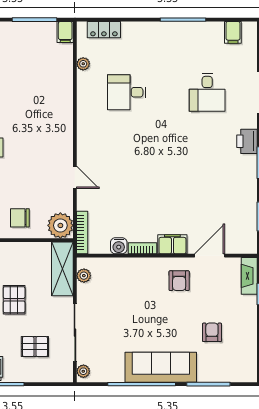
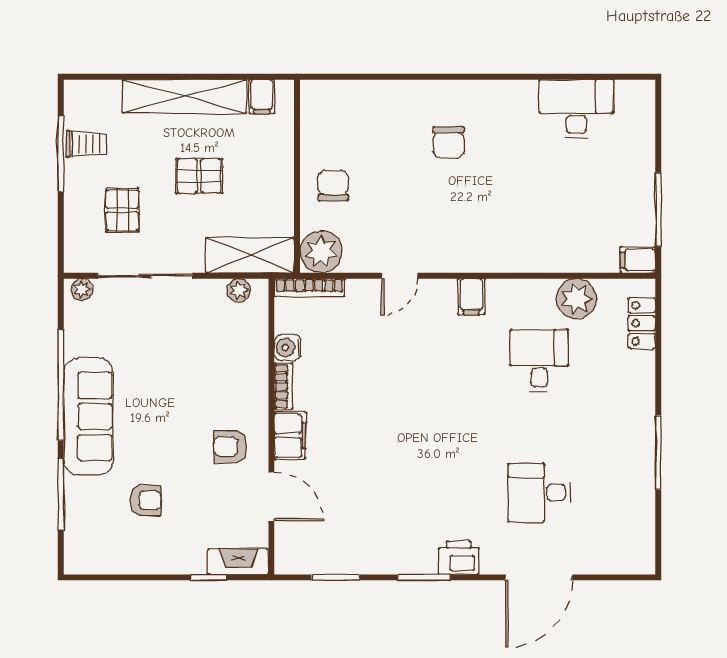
filing cabinet: (233, 32) -> (471, 297), moved, turned -90
plant: (83, 64) -> (577, 299), width x1.88, depth x1.88

